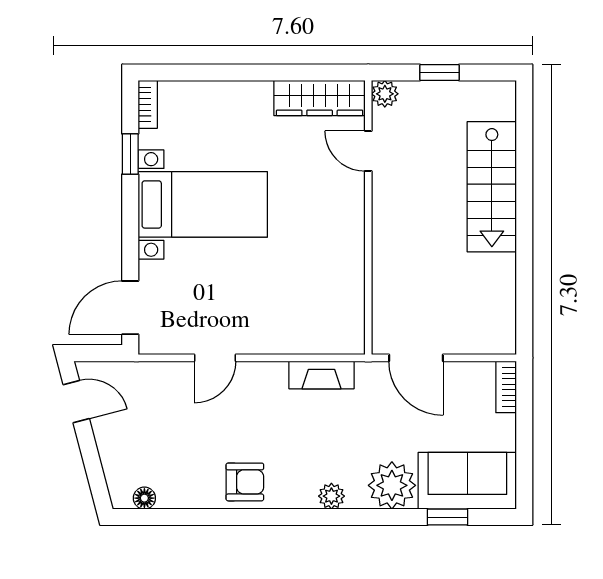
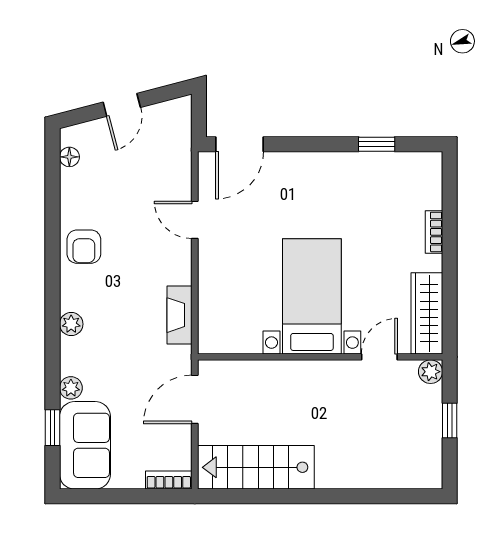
bookcase: (148, 104) -> (434, 232), moved, turned 90
stairs: (492, 187) -> (256, 467), moved
bed with nightstands: (203, 204) -> (312, 296), moved, turned 180
door: (130, 308) -> (240, 144), swing flipped
door: (76, 402) -> (122, 105), moved
plant: (392, 485) -> (71, 388), width x0.53, depth x0.53

